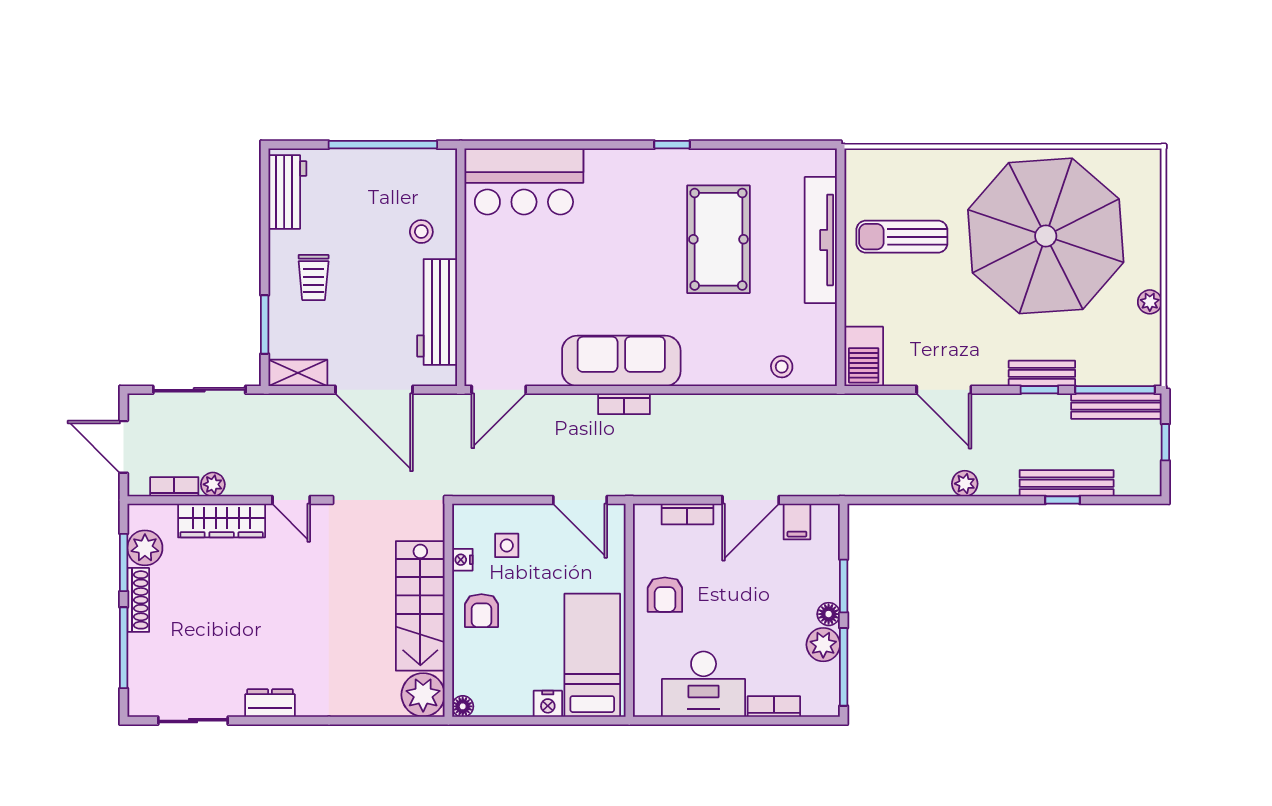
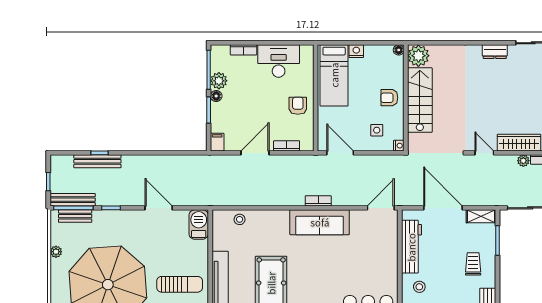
bench: (1042, 373) -> (75, 216), moved
plant: (965, 484) -> (148, 161), removed
filing cabinet: (797, 522) -> (217, 142), moved
nightstand: (462, 560) -> (399, 146), moved
armchair: (481, 611) -> (389, 98), turned -90

